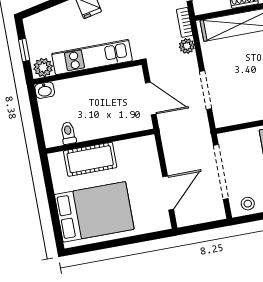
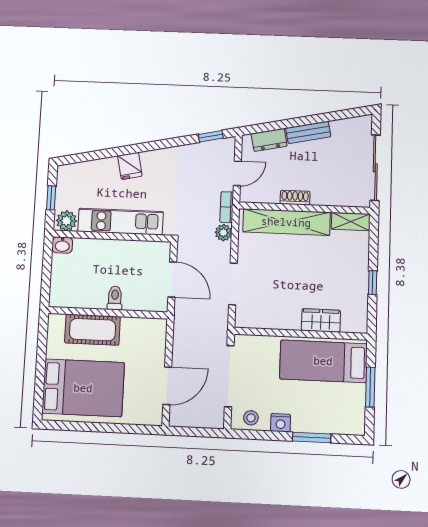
toilet: (68, 133) -> (115, 298), moved

